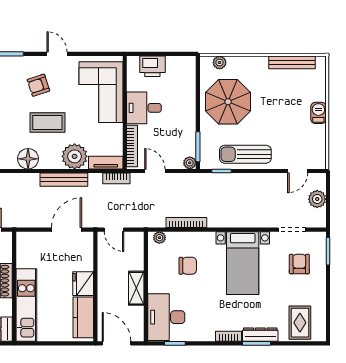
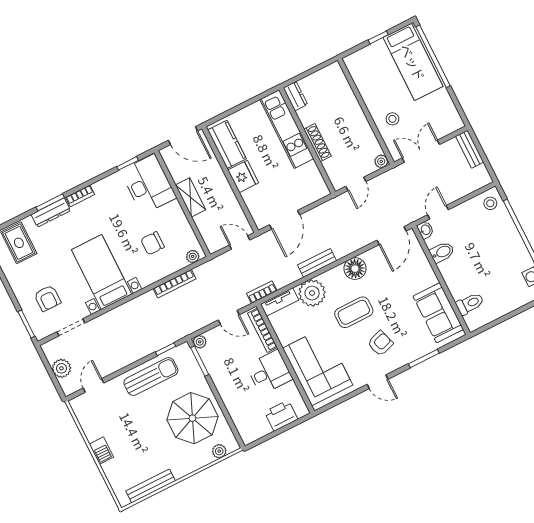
bench: (64, 180) -> (317, 263), width x0.73

